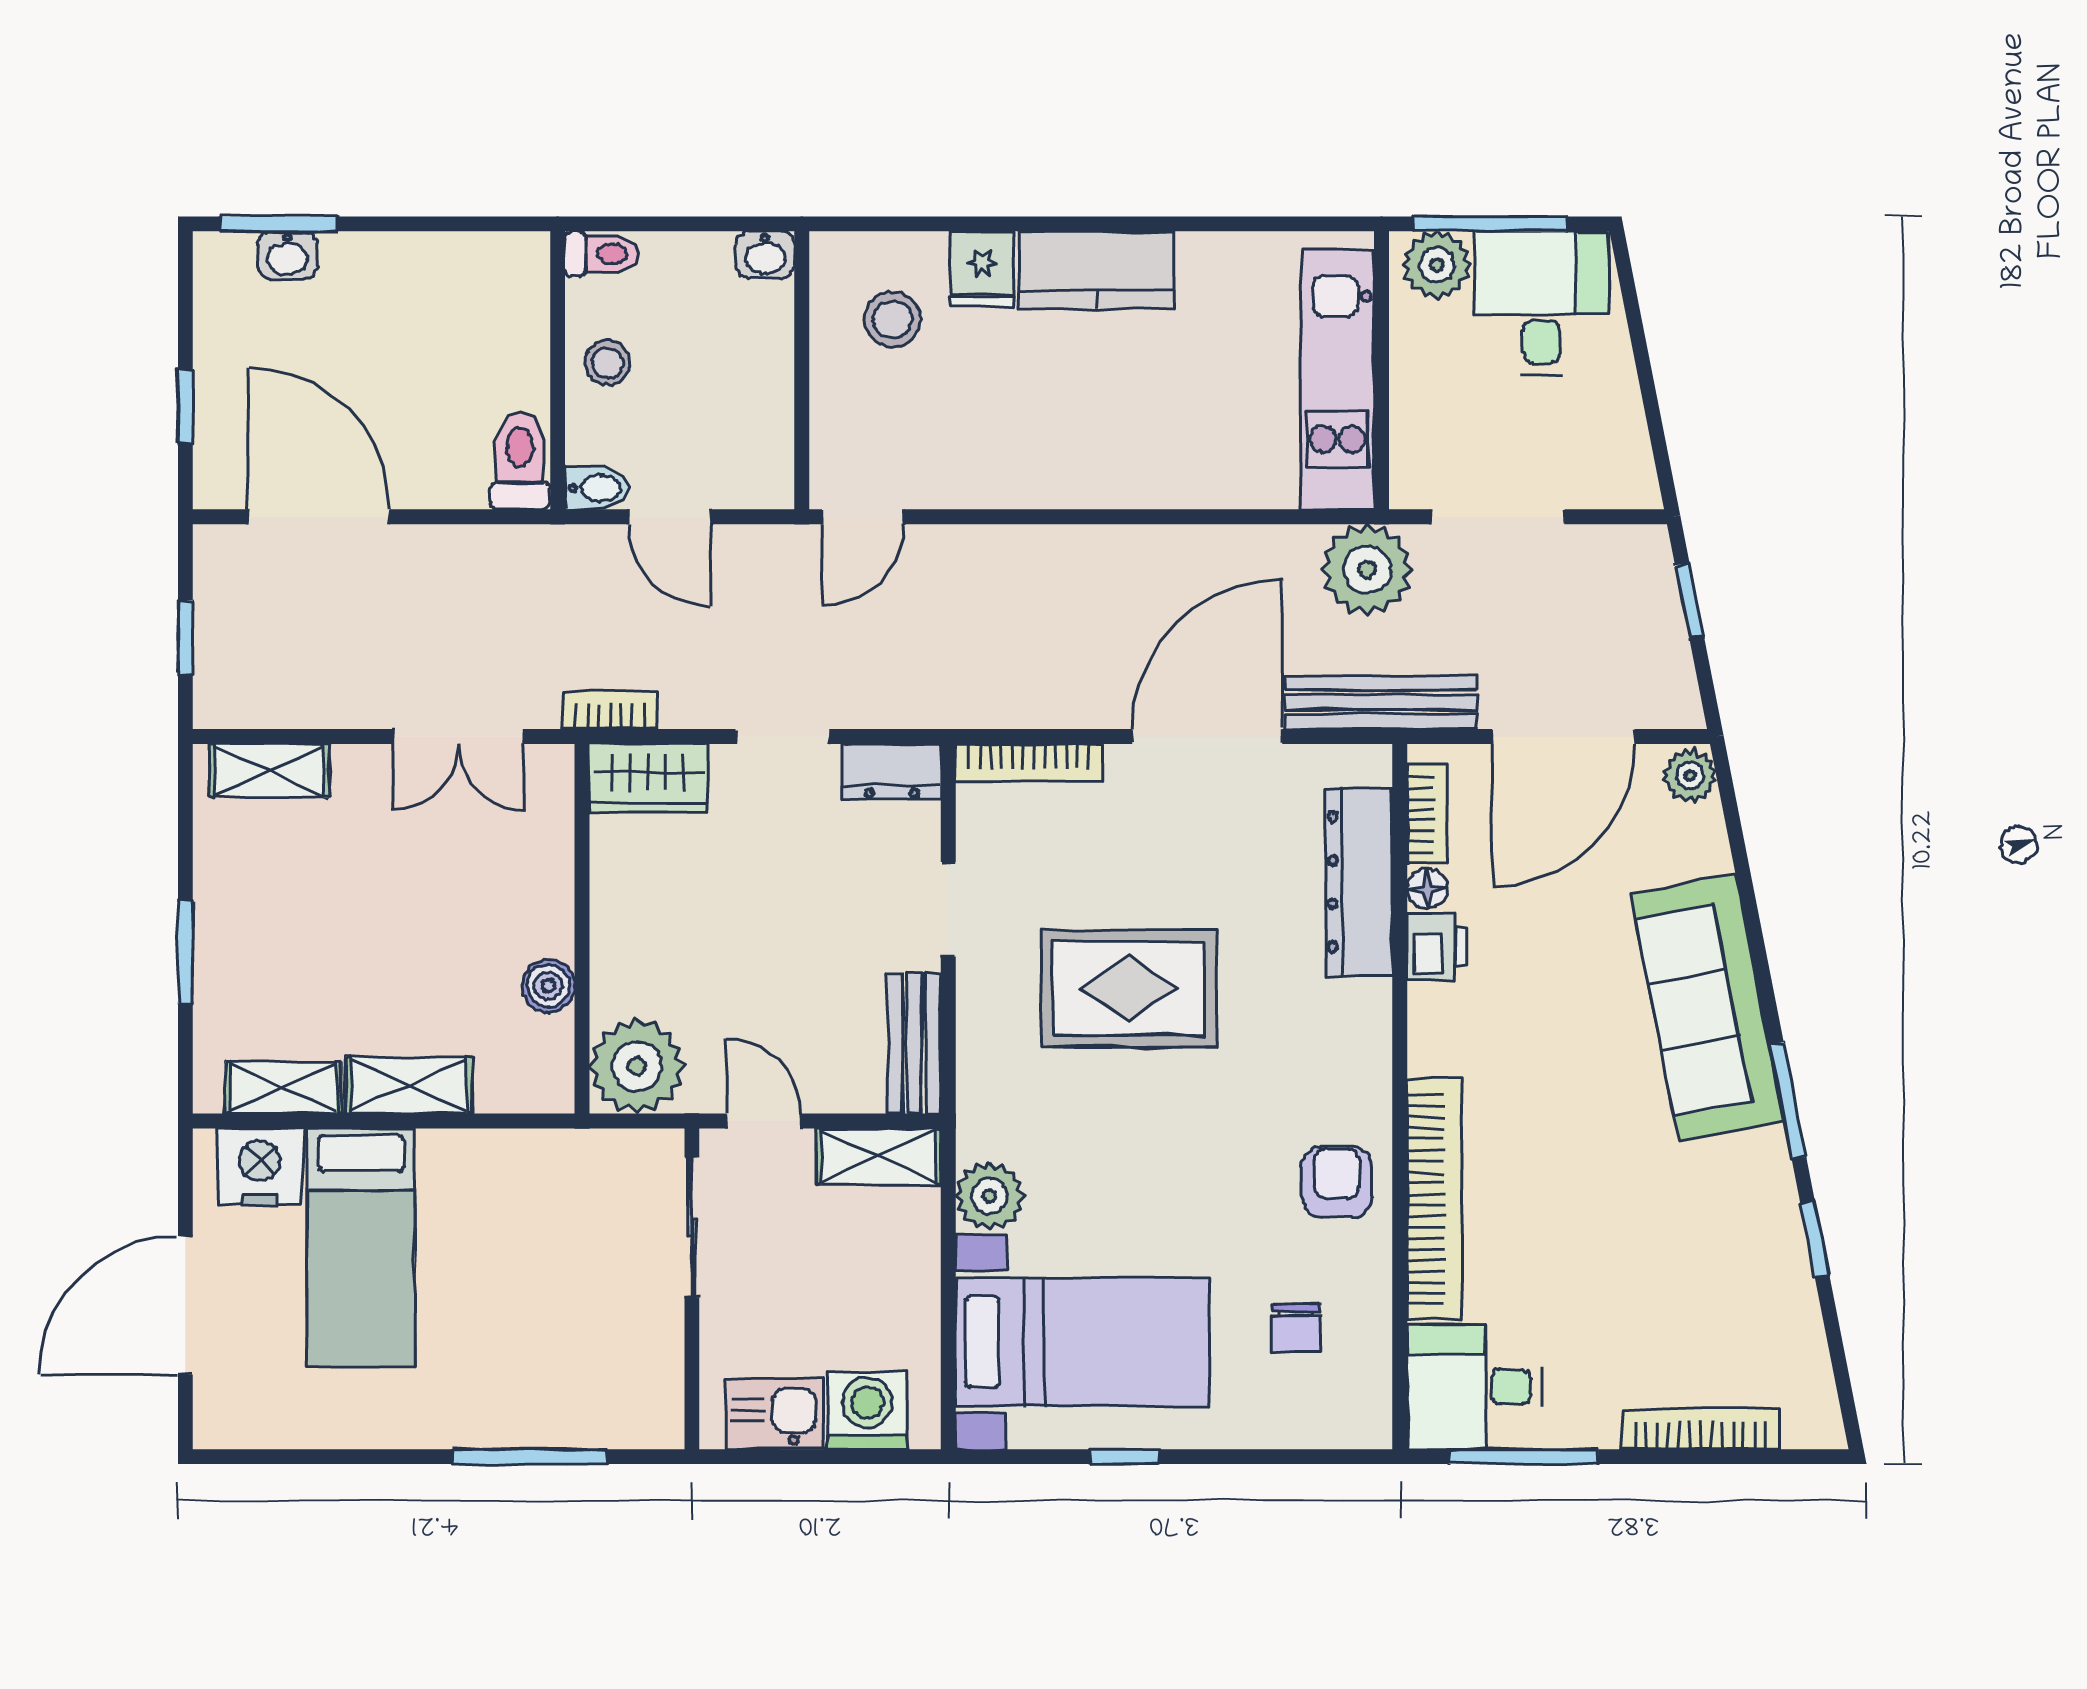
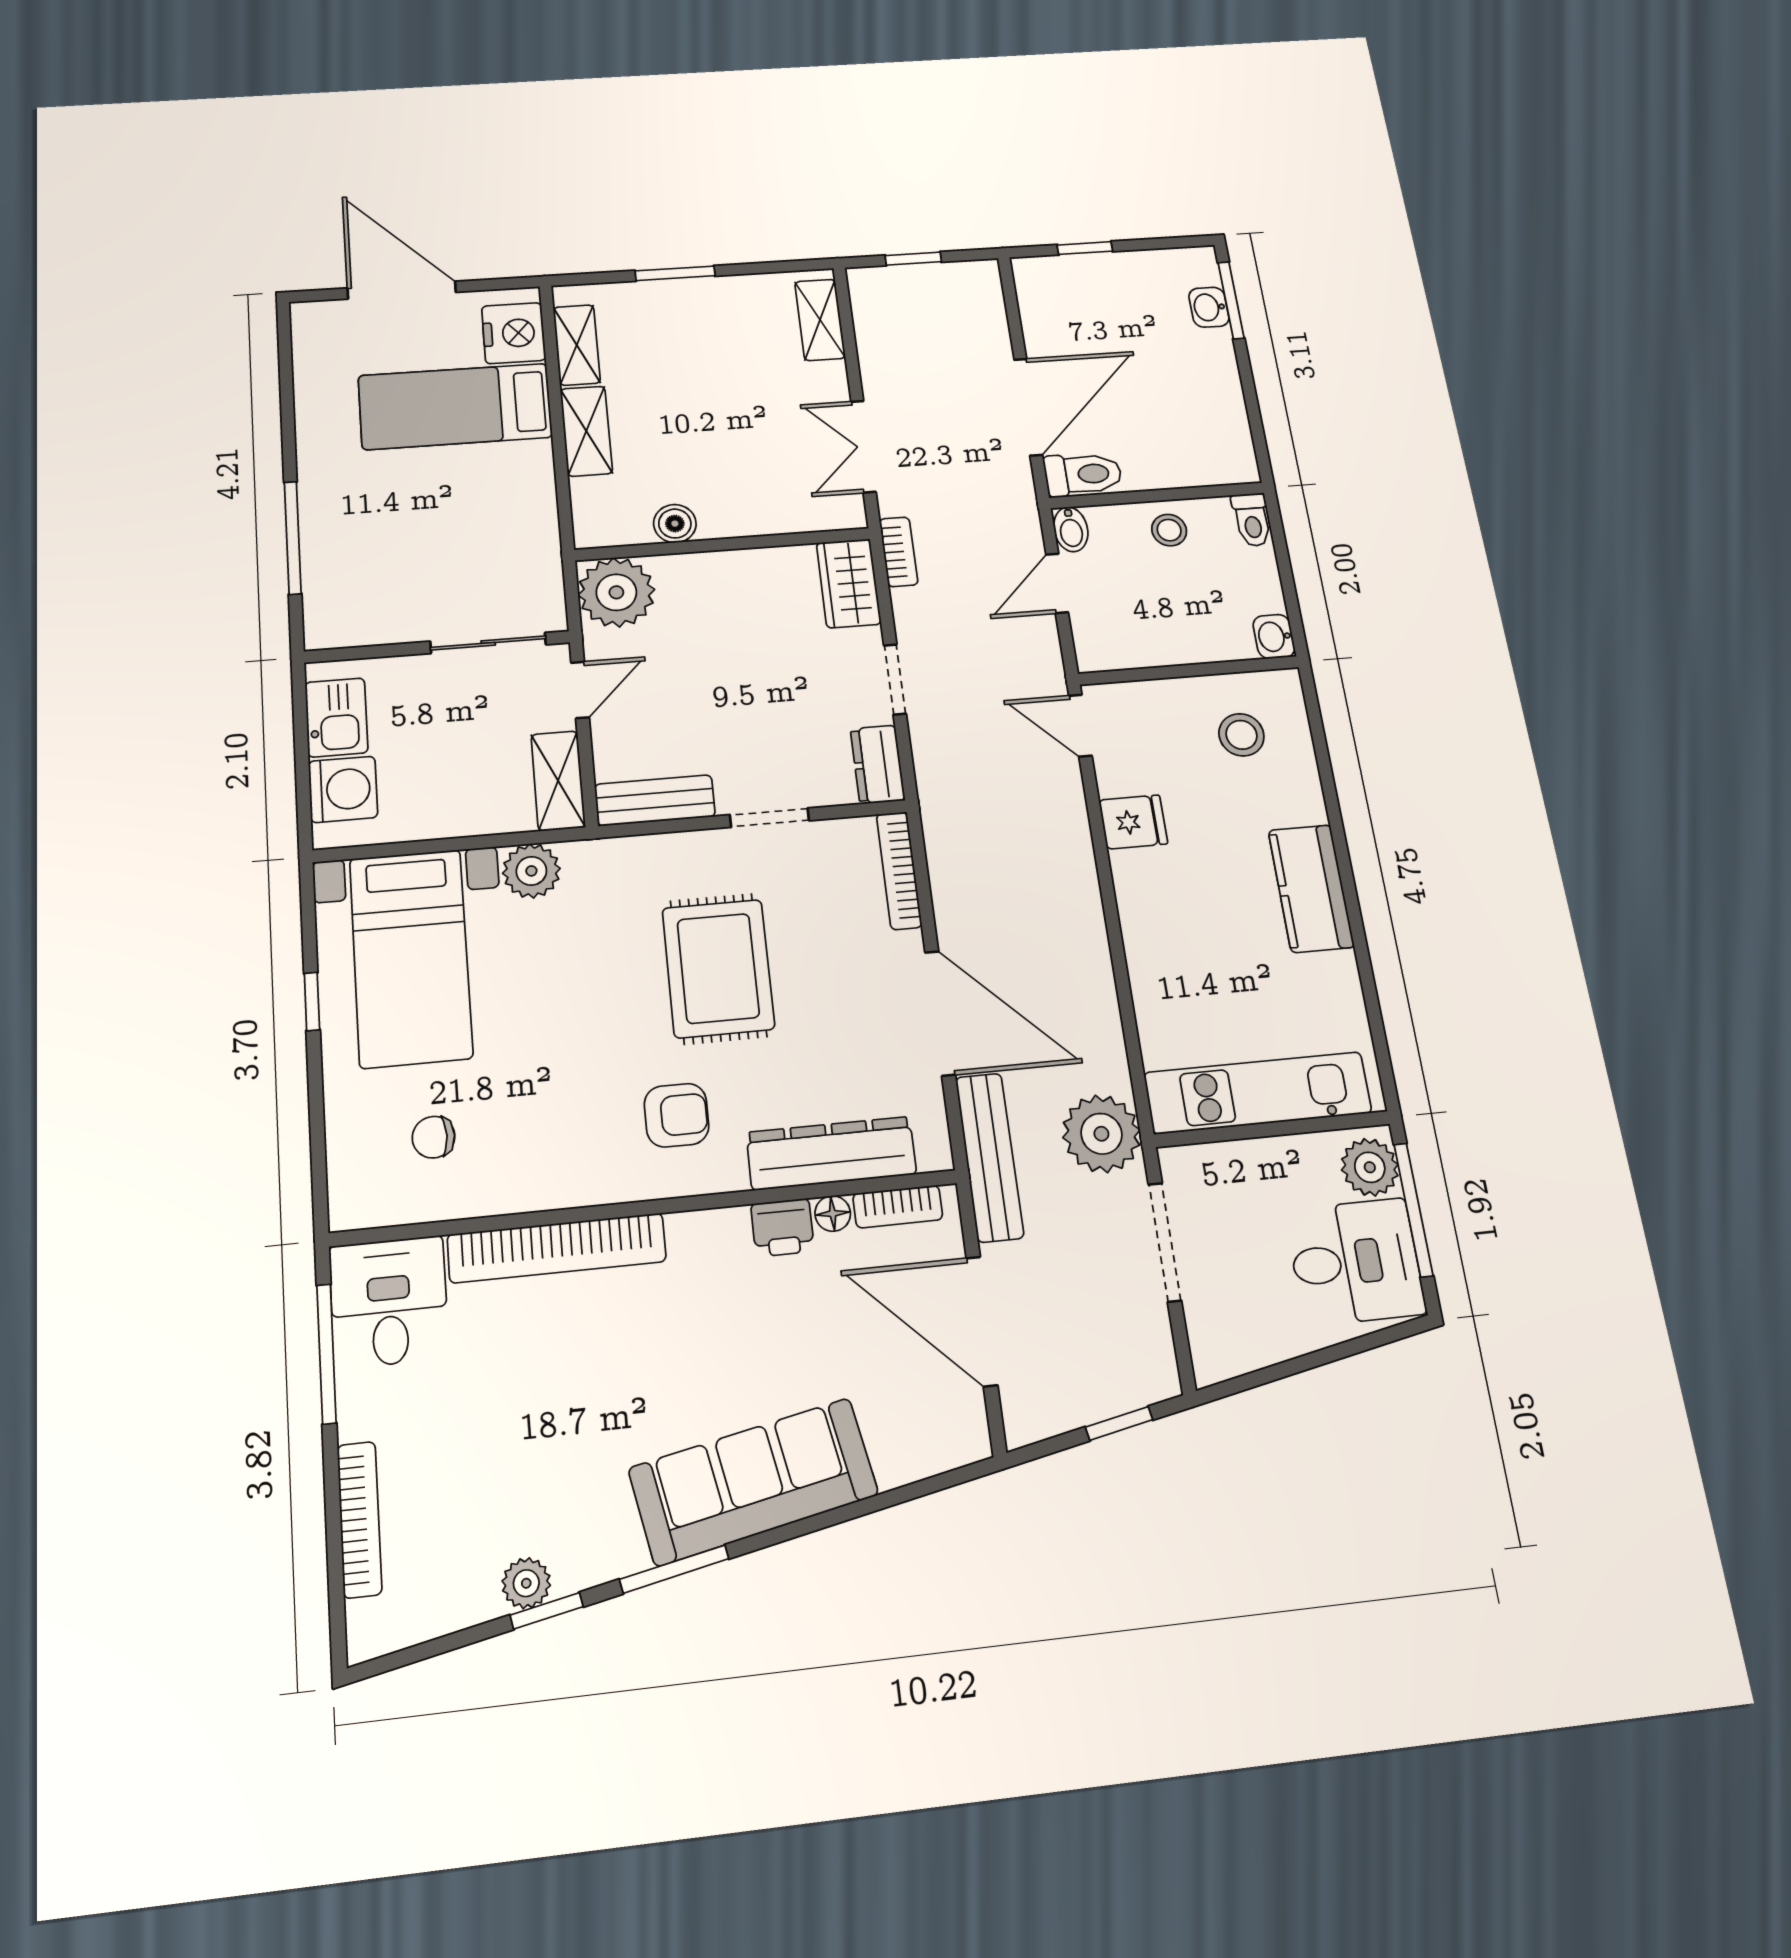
fridge: (982, 269) -> (1133, 822), moved, turned 180
door: (319, 517) -> (1028, 407), moved
plant: (1690, 775) -> (526, 1583), moved
armchair: (1337, 1182) -> (677, 1115), moved

